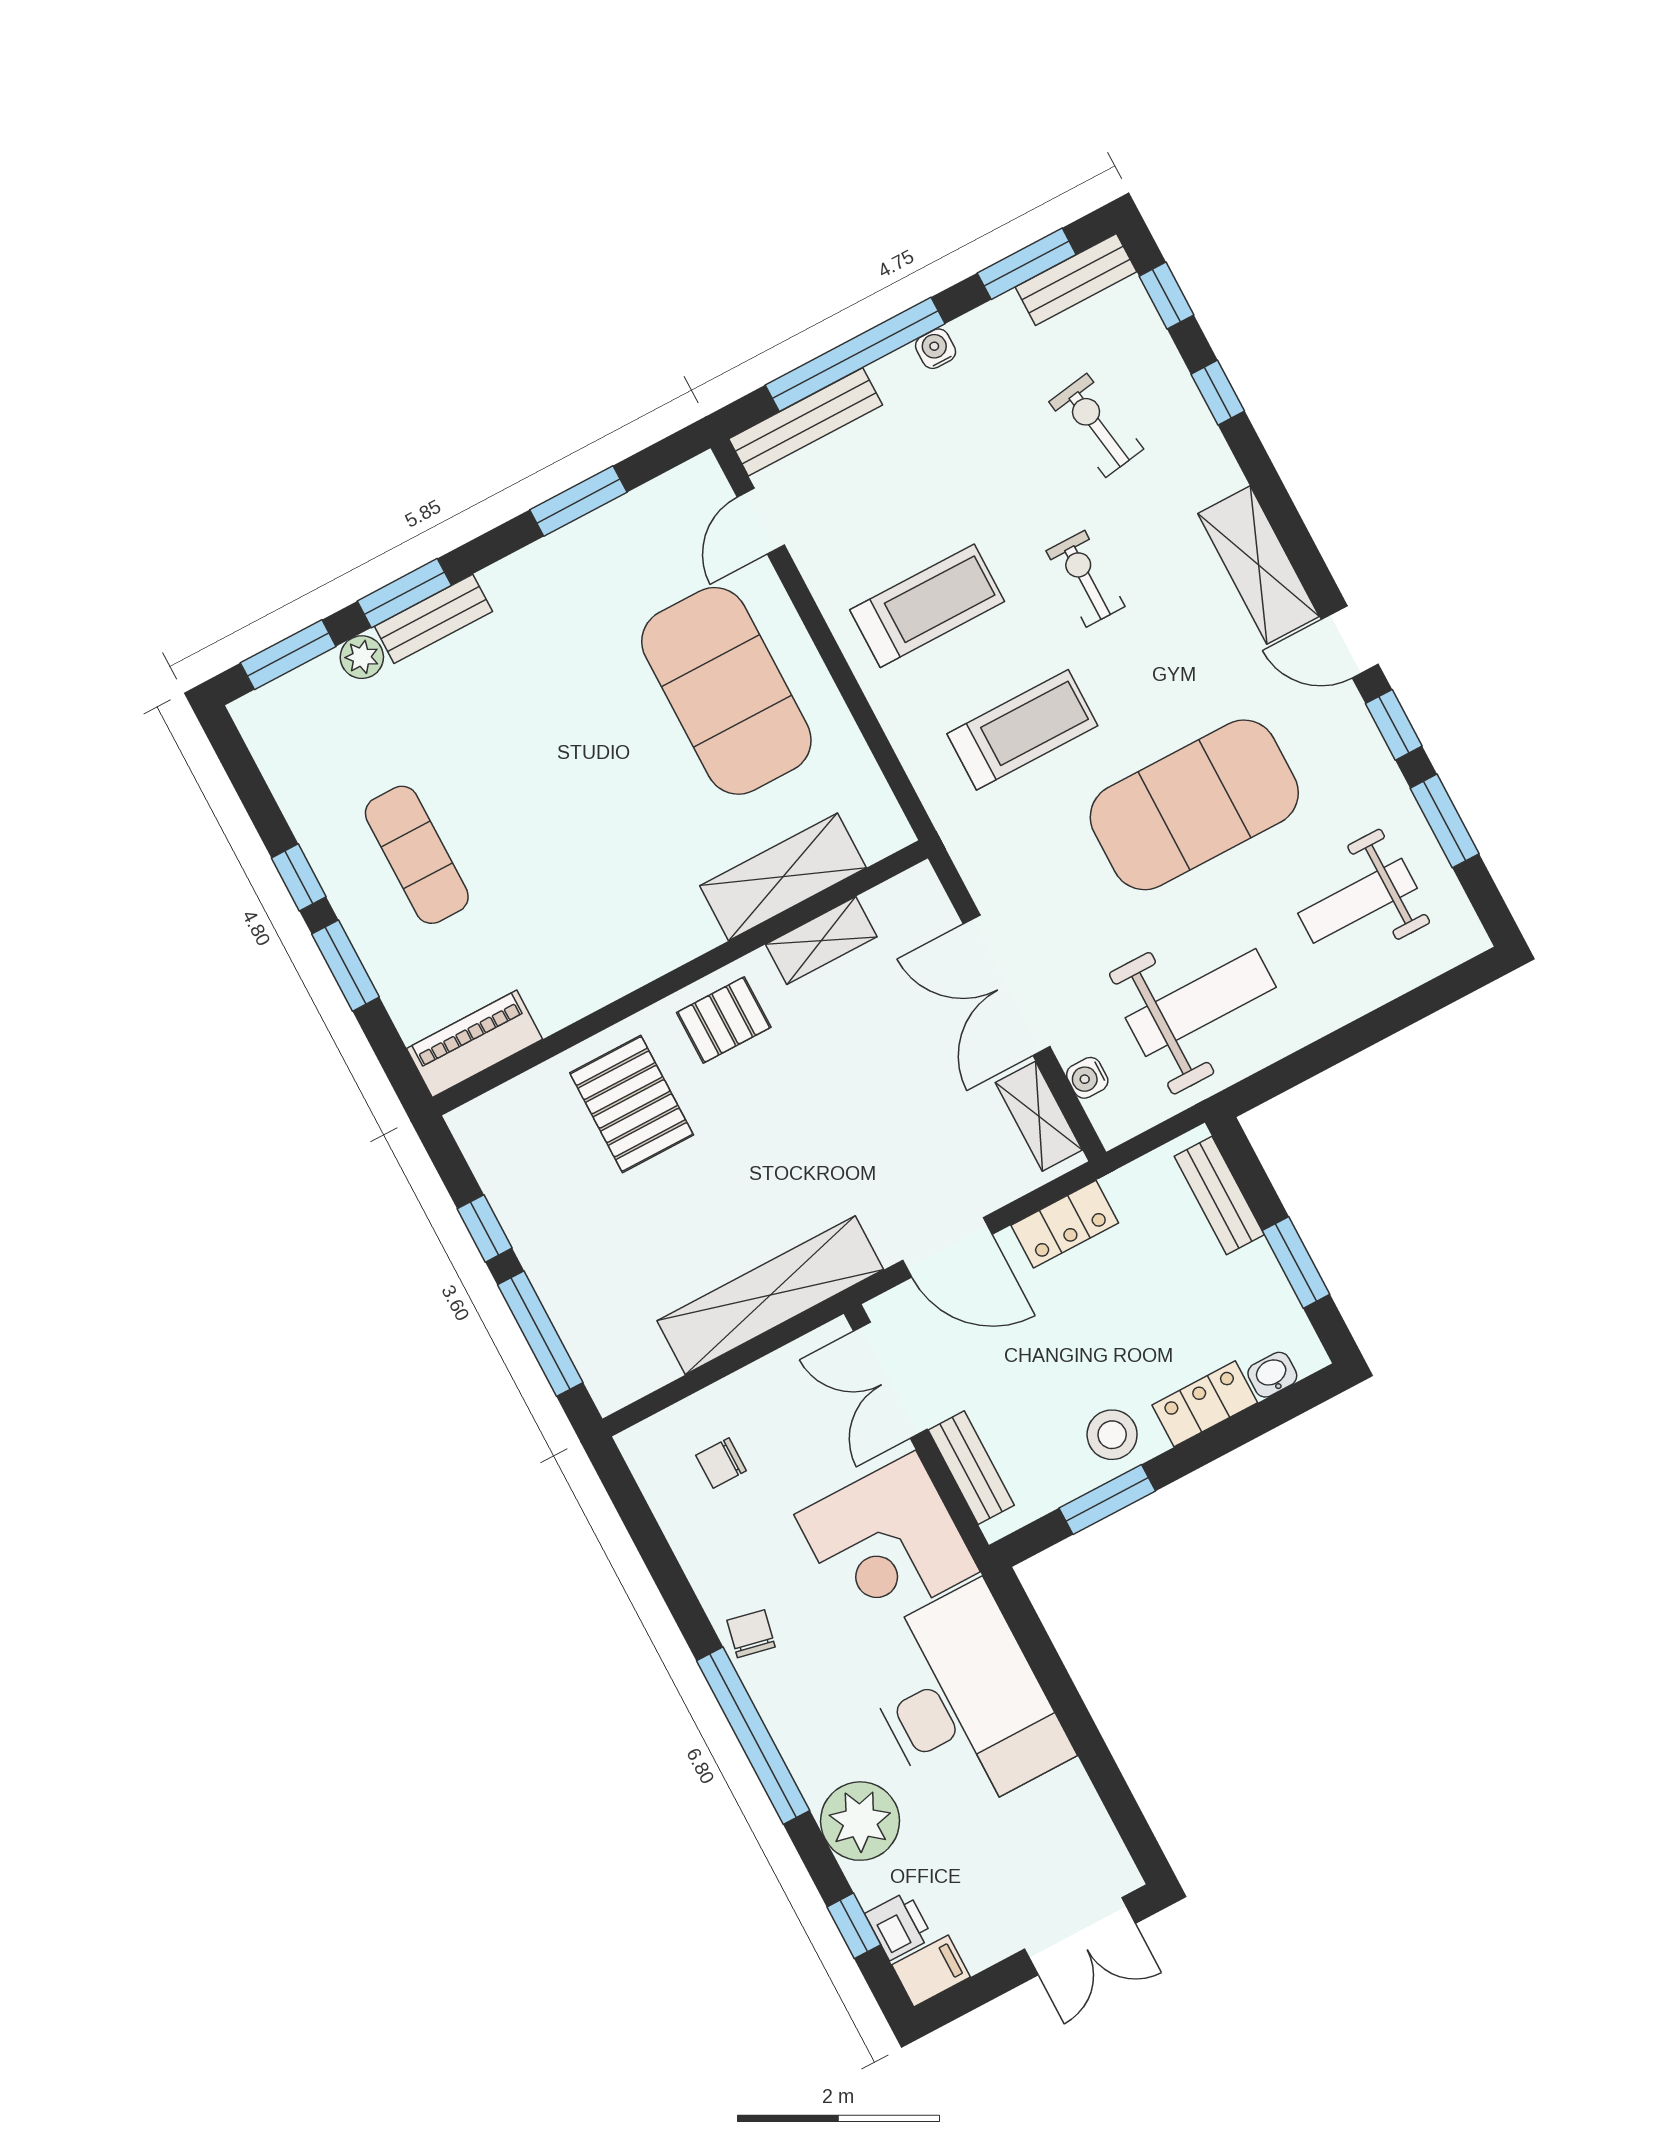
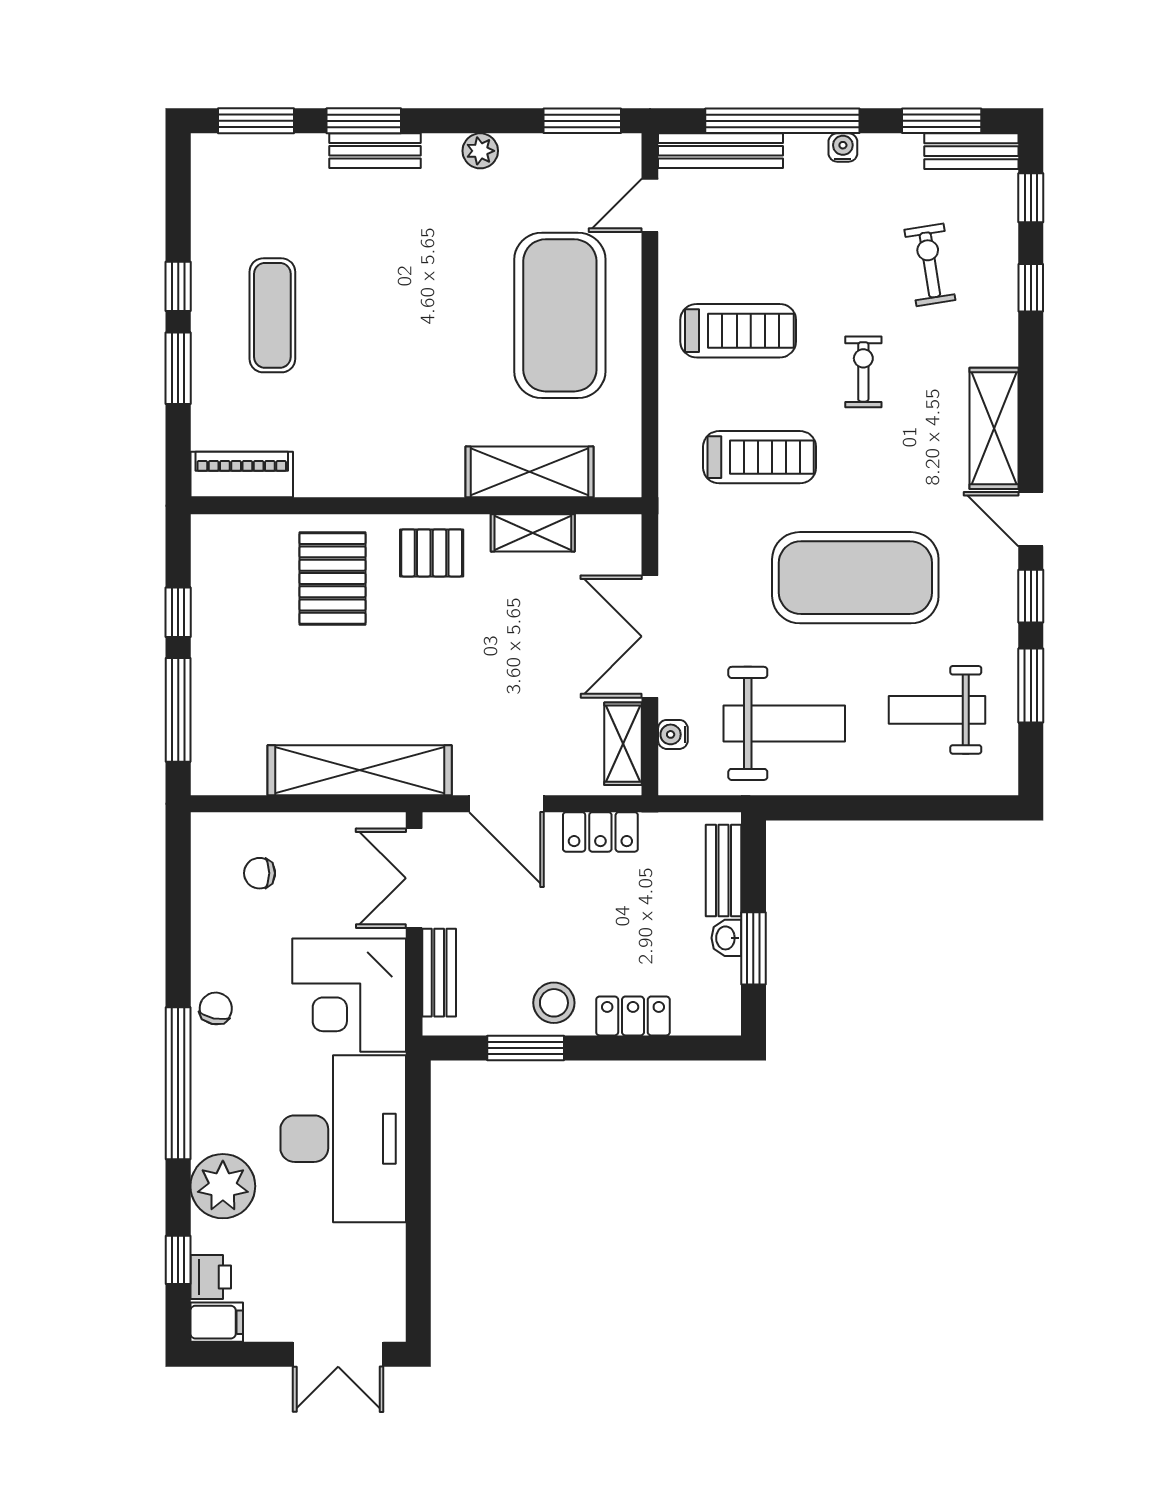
window: (578, 501) -> (582, 121), moved
plant: (362, 657) -> (480, 151), moved
washbasin: (1272, 1375) -> (726, 938), moved, turned -90

